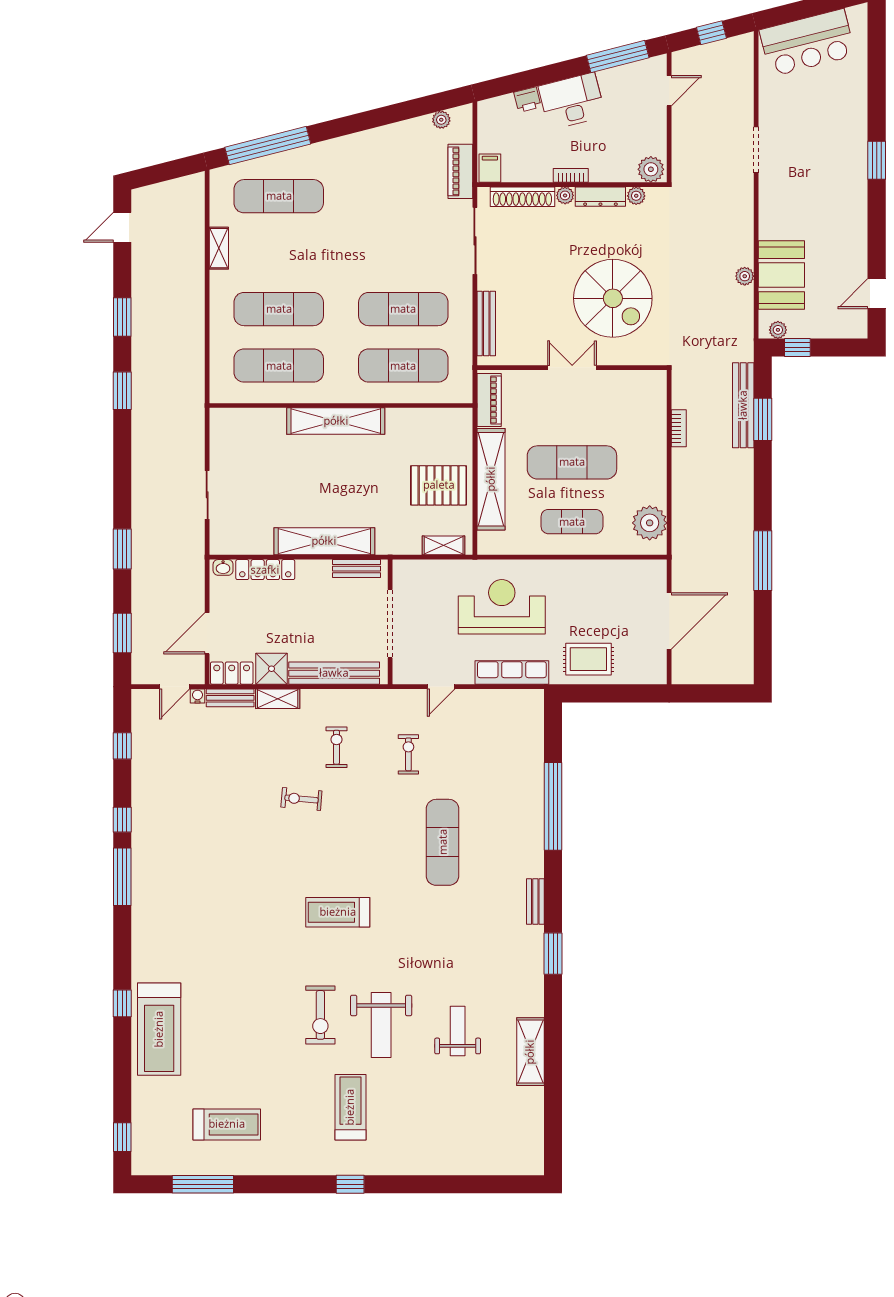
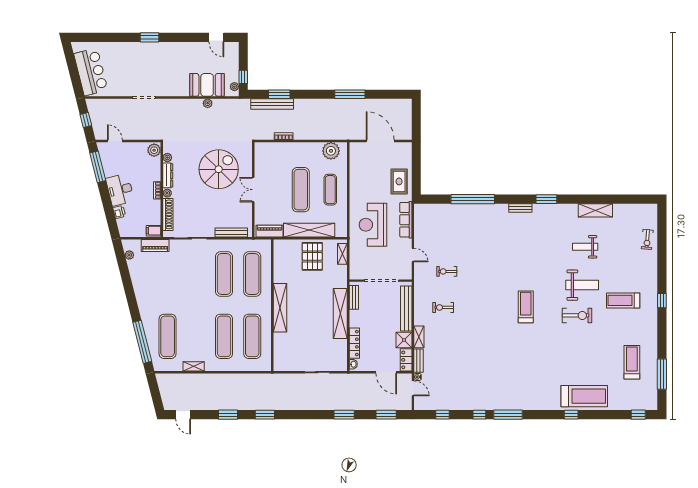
exercise bike: (301, 799) -> (647, 239), moved
exercise mat: (443, 842) -> (491, 254), removed
treadmill: (338, 912) -> (526, 307), turned 180

